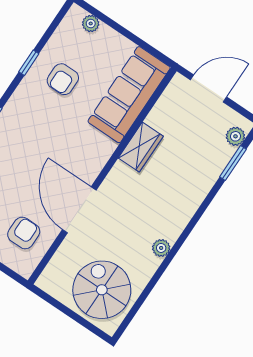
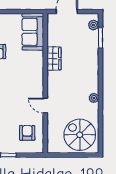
sofa: (129, 95) -> (33, 32), width x0.73
door: (79, 210) -> (45, 106), width x0.53

